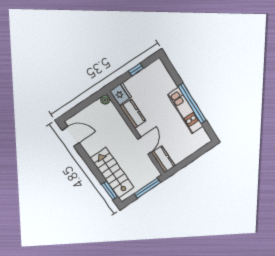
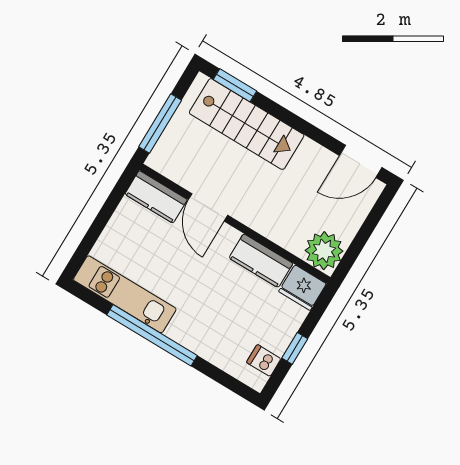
dishwasher: (152, 71) -> (264, 361), added
plant: (105, 100) -> (324, 251), width x1.88, depth x1.88
kitchen unit: (185, 111) -> (125, 294), moved

